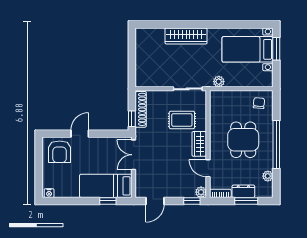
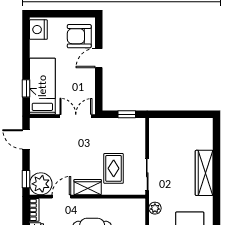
shoe rack: (141, 109) -> (125, 124), removed
window: (132, 119) -> (127, 114), moved
door: (80, 134) -> (99, 58), swing flipped
plant: (201, 192) -> (41, 184), width x1.88, depth x1.88
nightstand: (49, 193) -> (38, 30), width x1.89, depth x1.79

